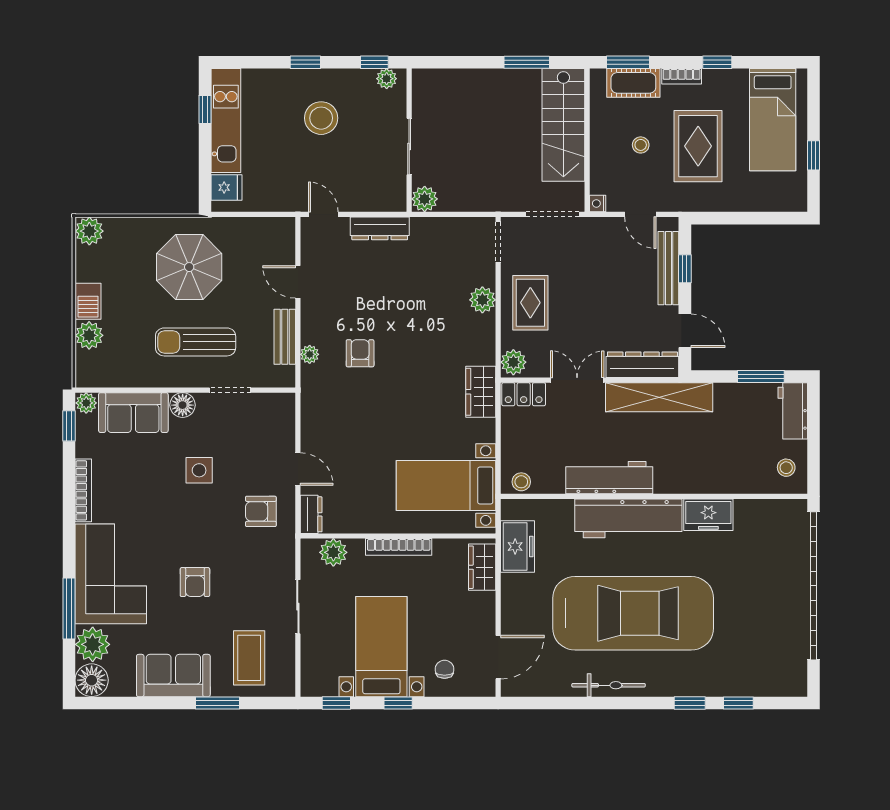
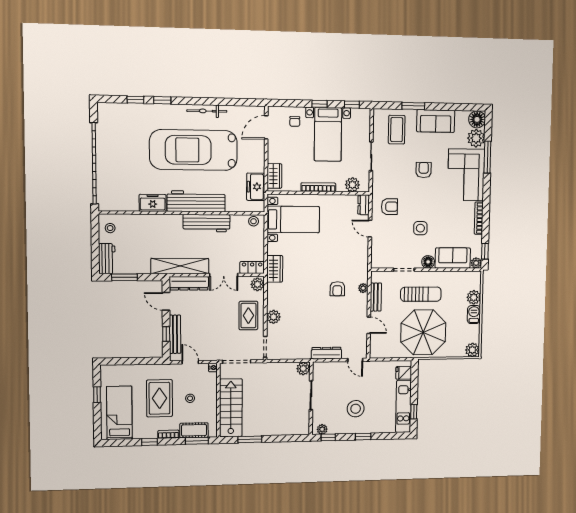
parasol: (189, 267) -> (423, 332), width x1.36, depth x1.36

